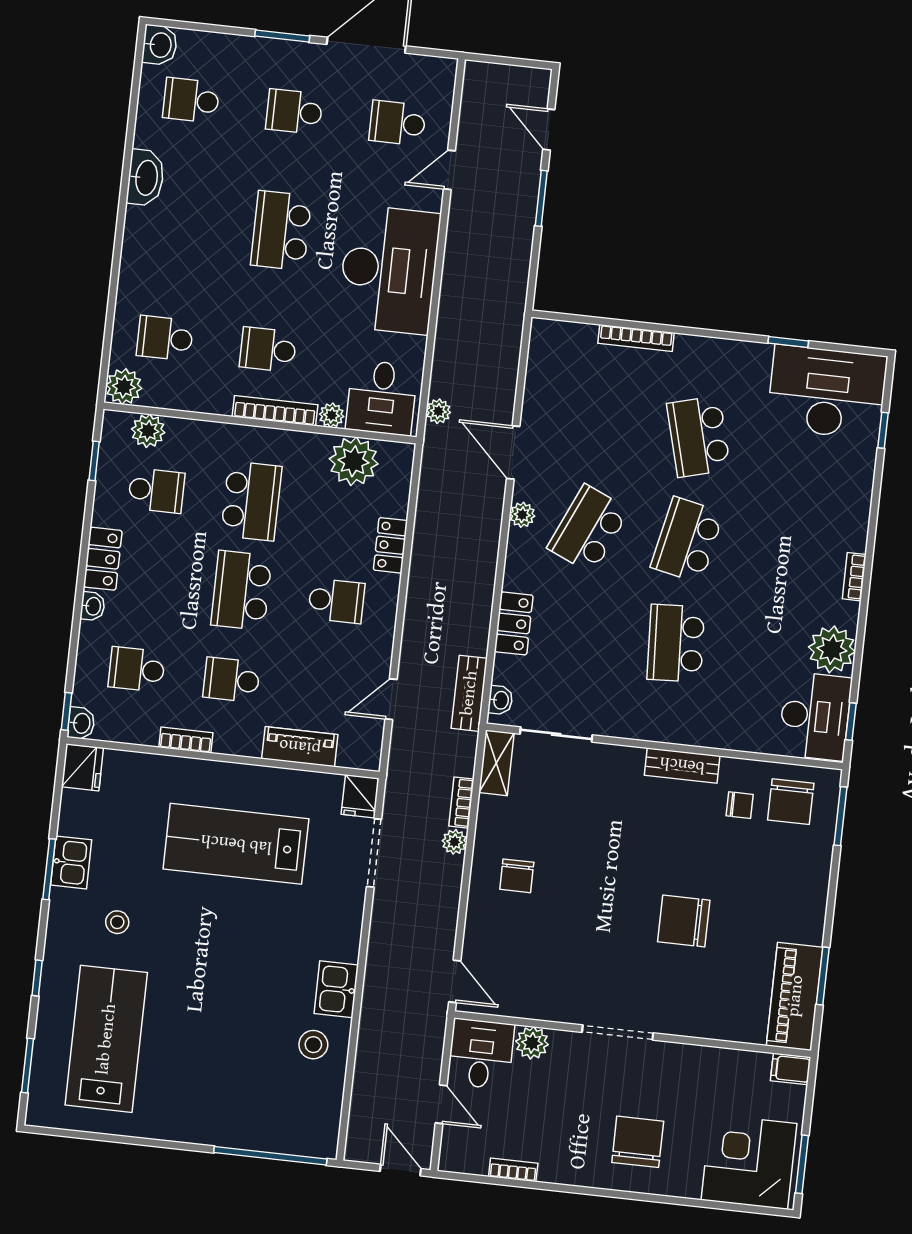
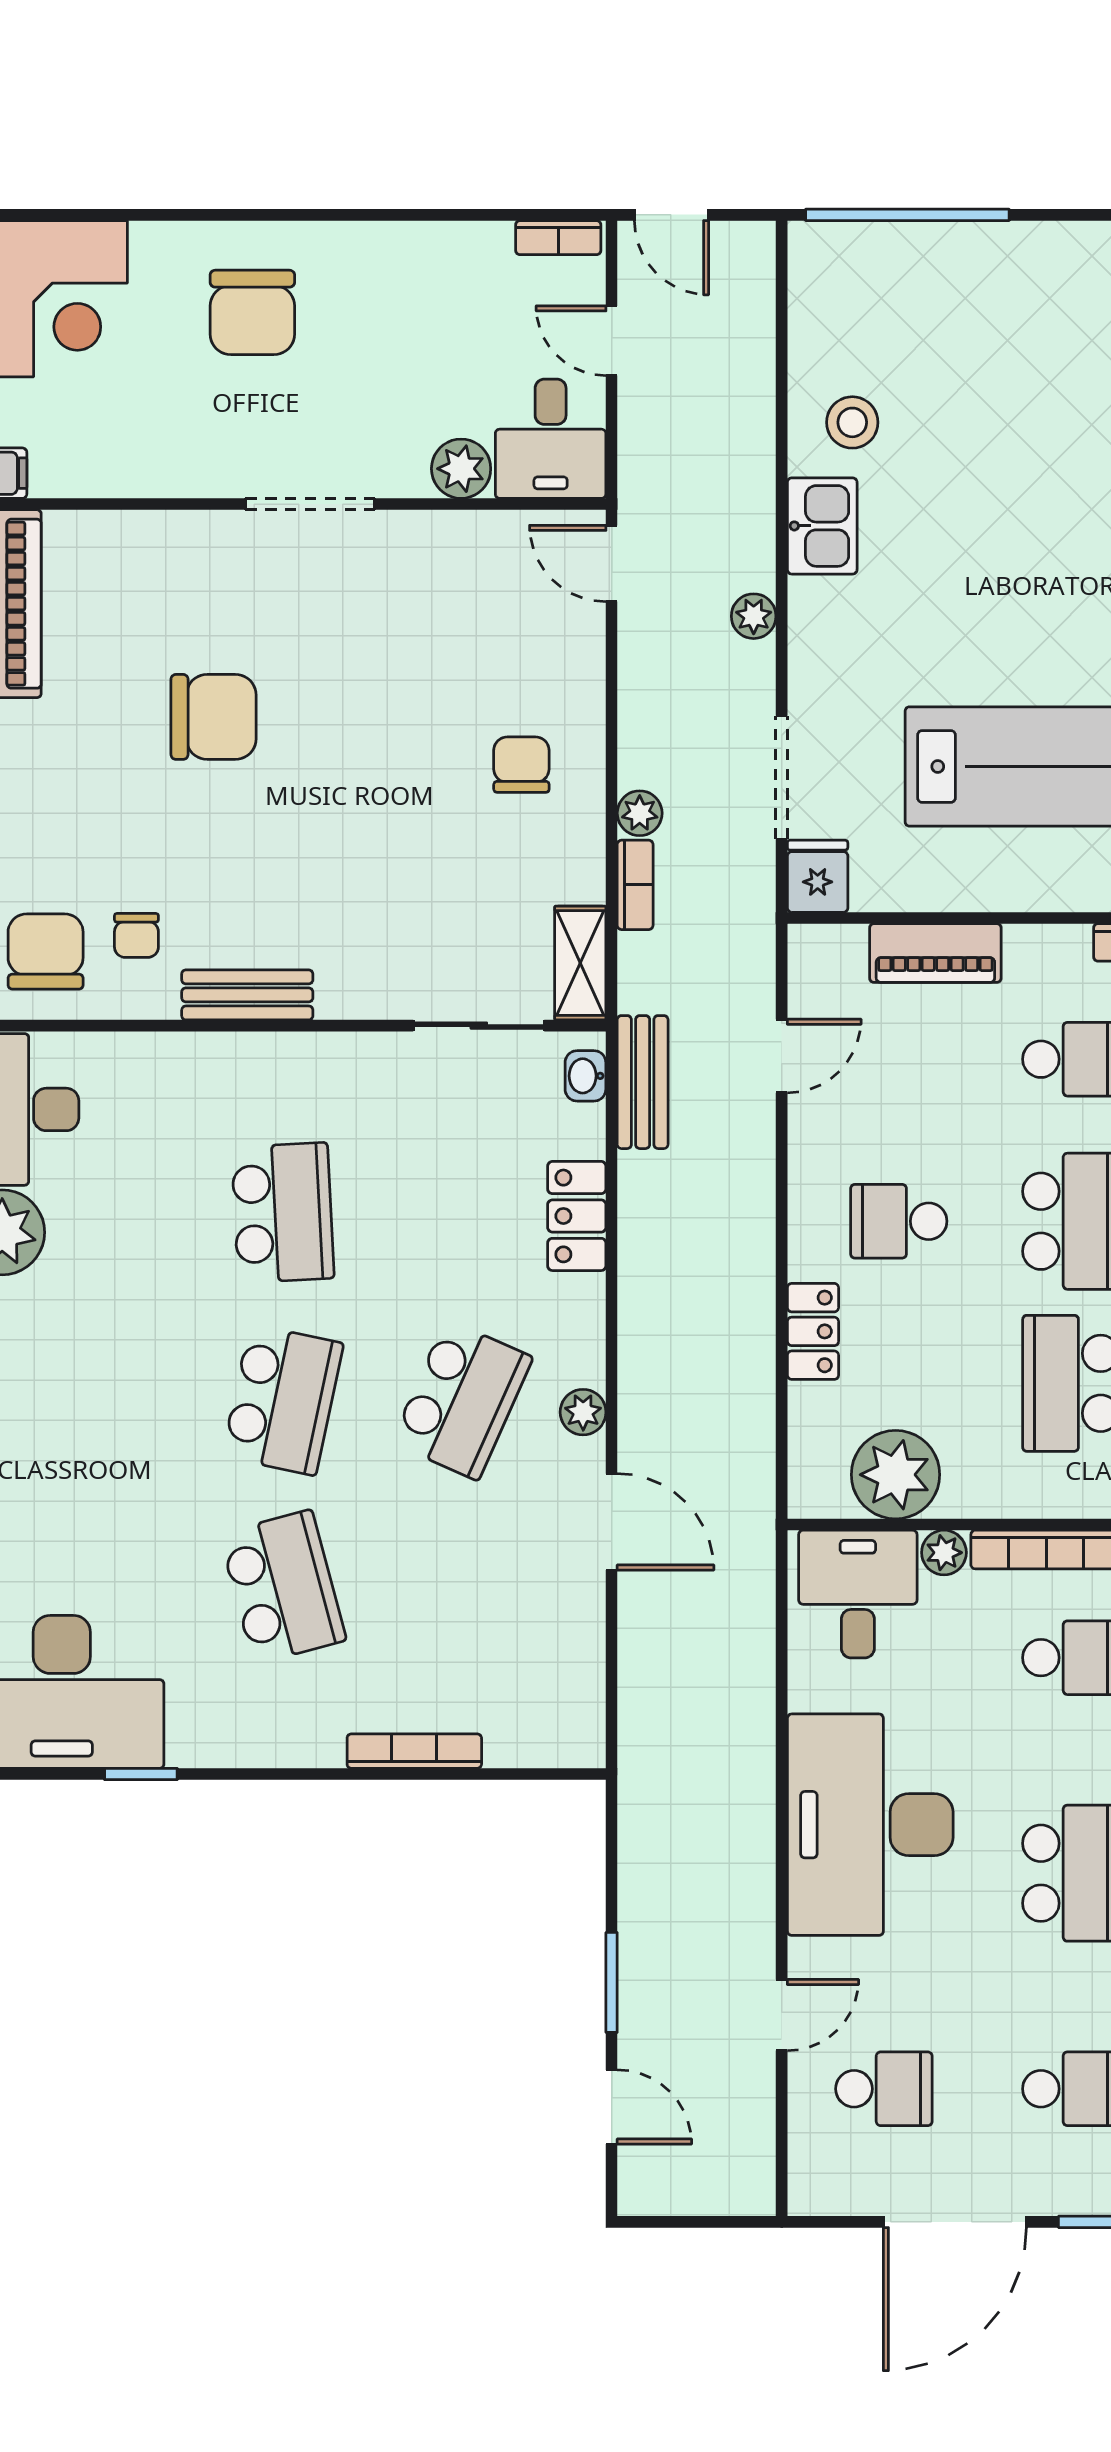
plant: (438, 411) -> (754, 616), moved
chair: (740, 805) -> (136, 935), turned -90
bookcase: (513, 1170) -> (558, 238), moved

